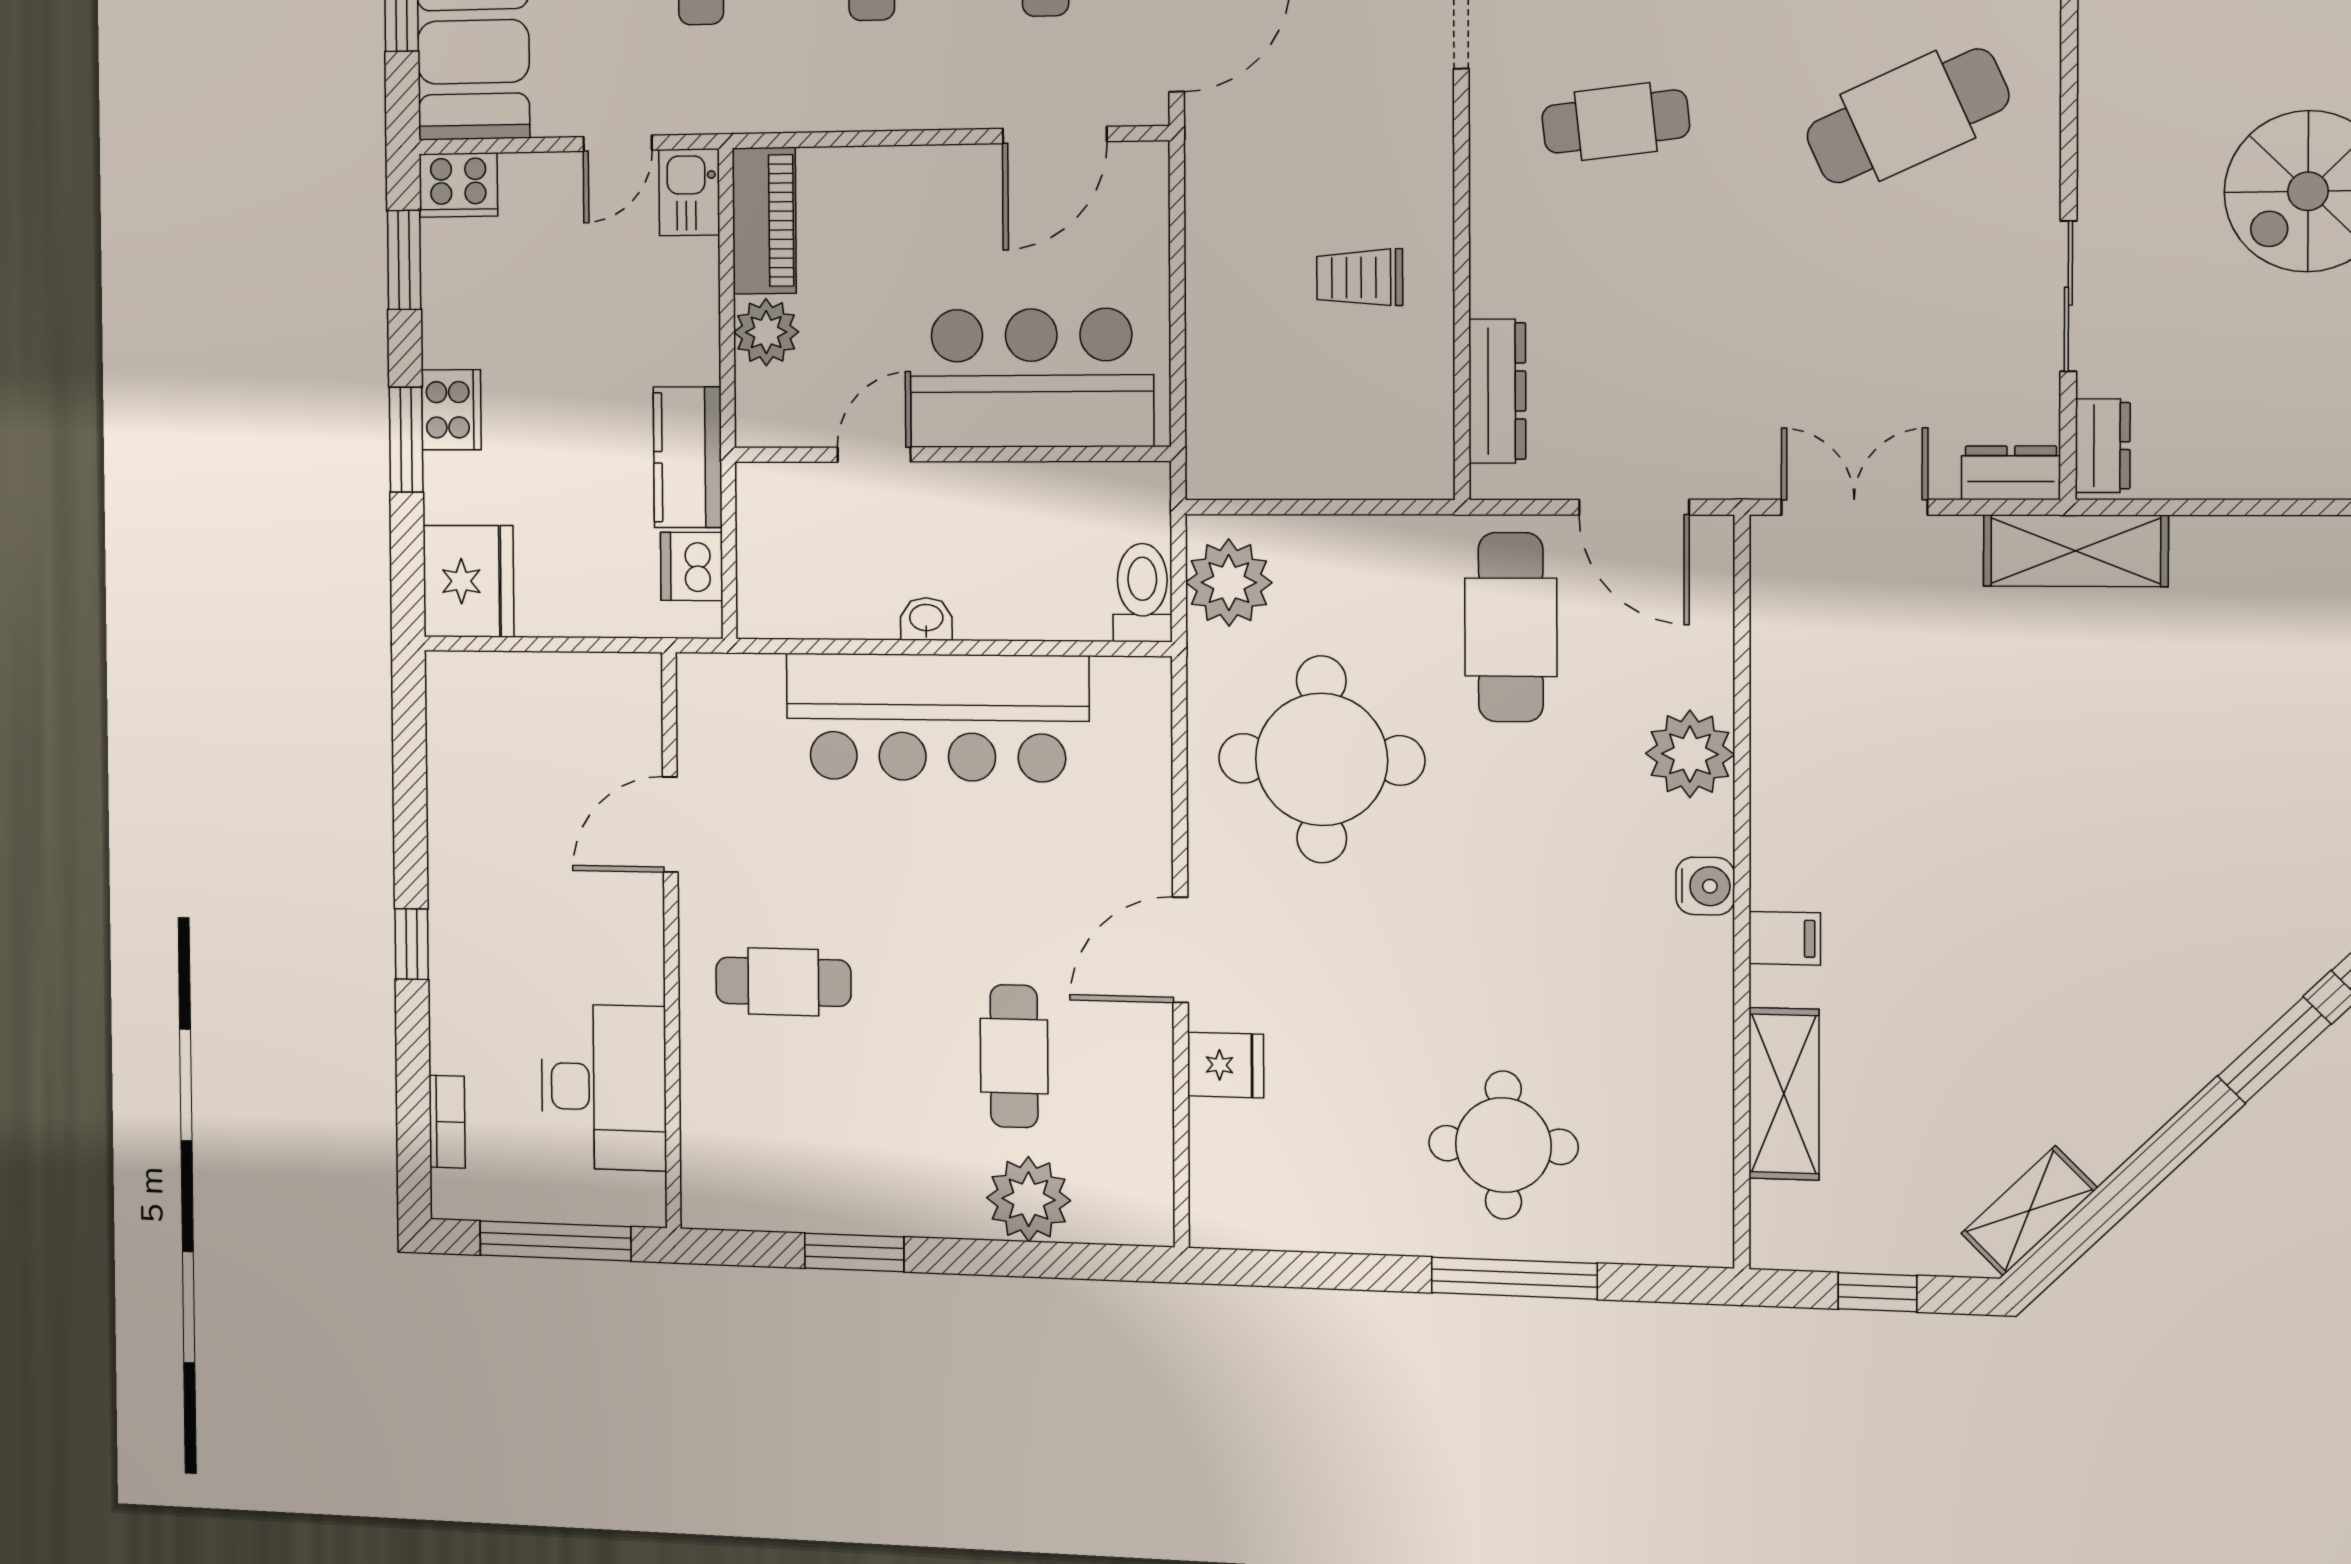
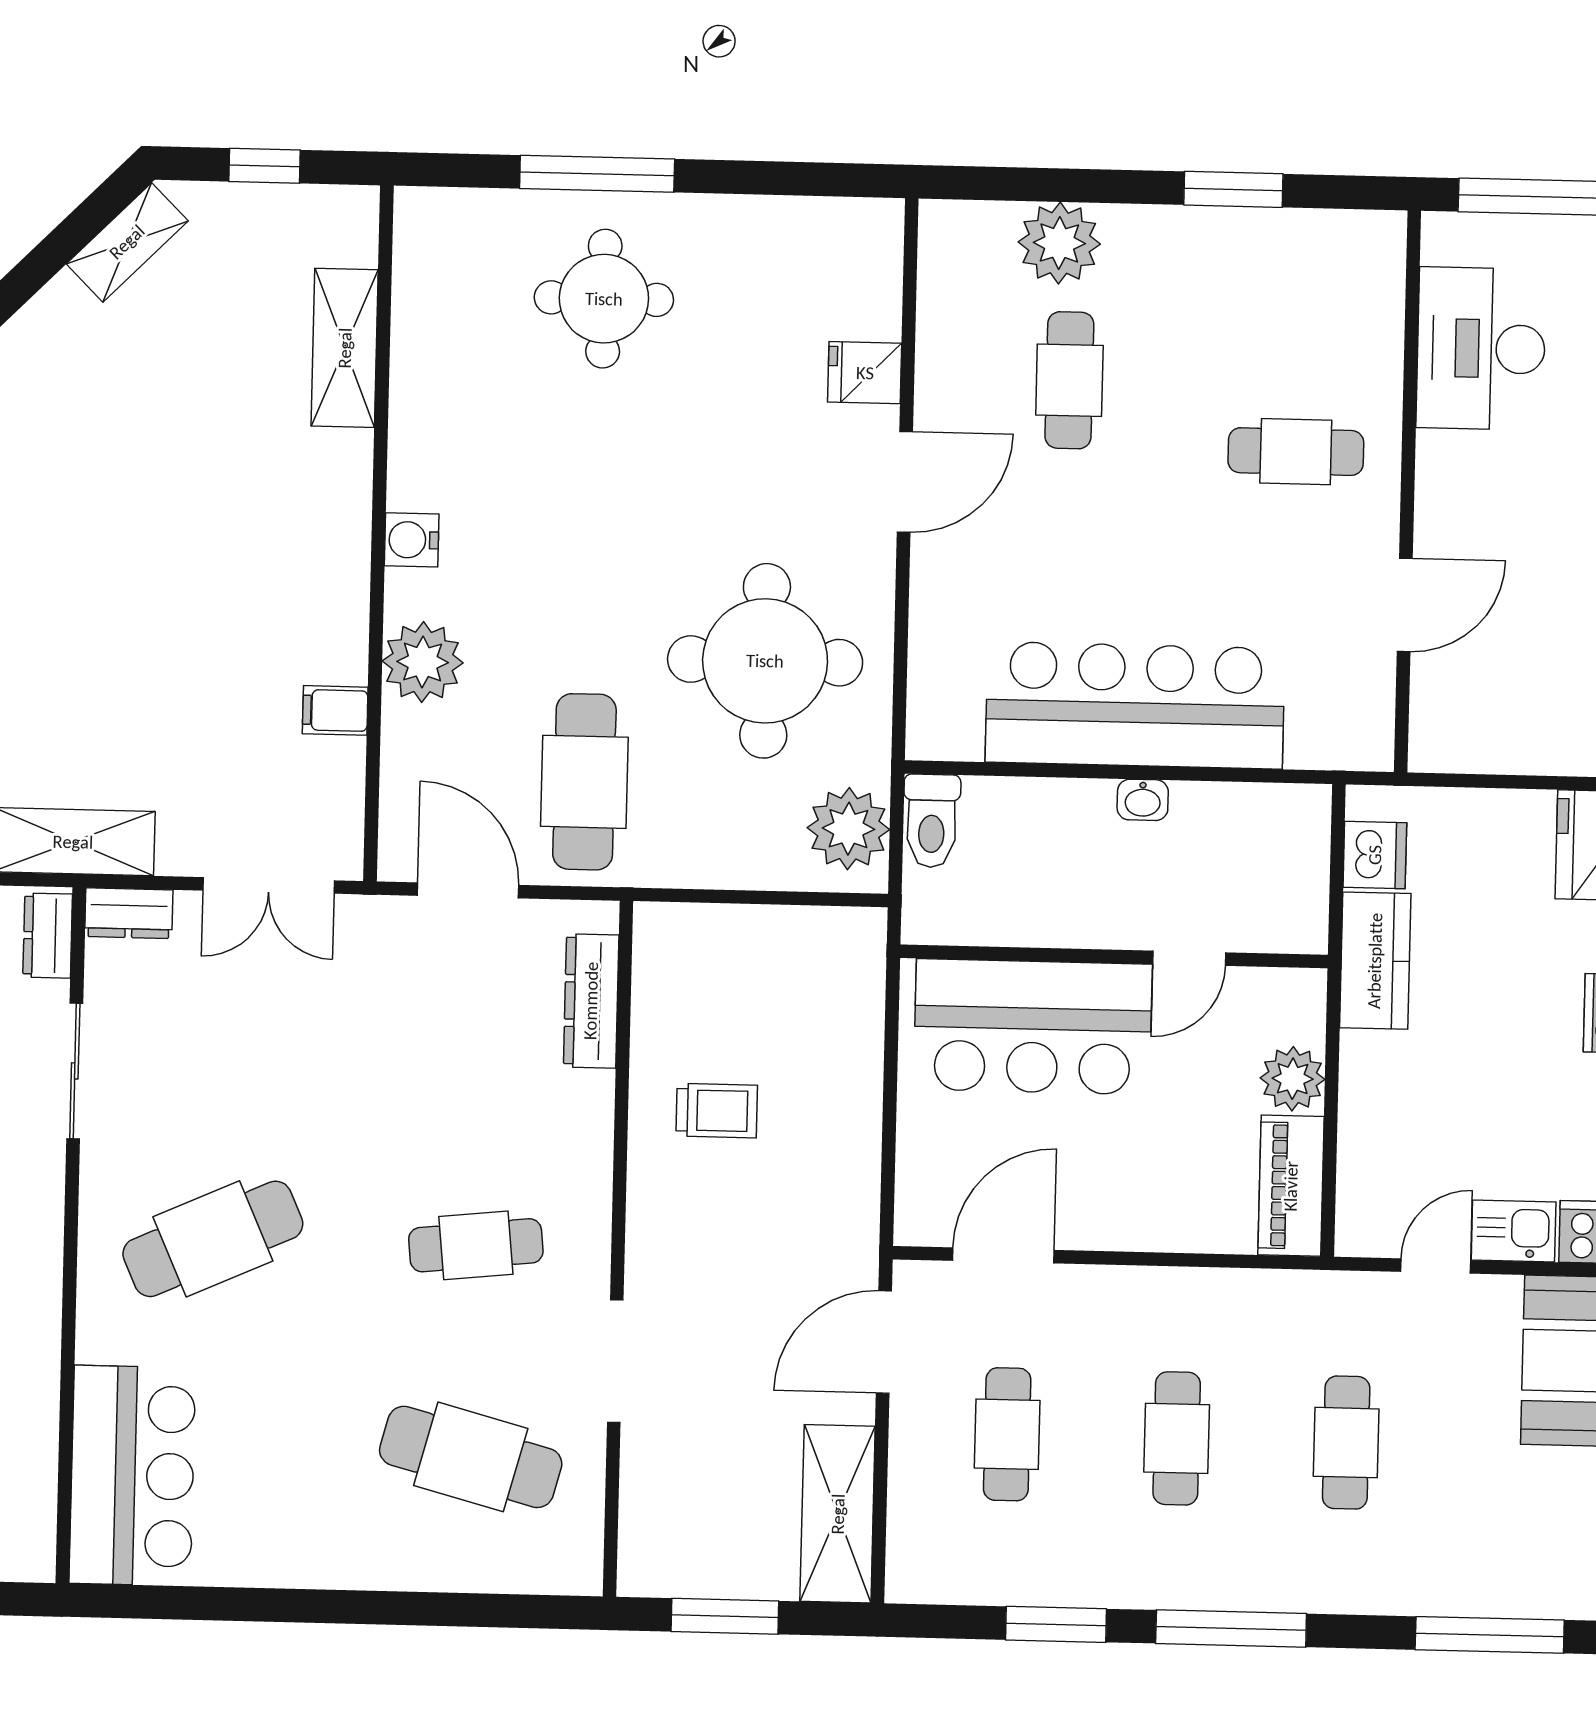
kitchen sink: (689, 192) -> (1514, 1231), moved, turned -90
filing cabinet: (1785, 938) -> (335, 710), moved

